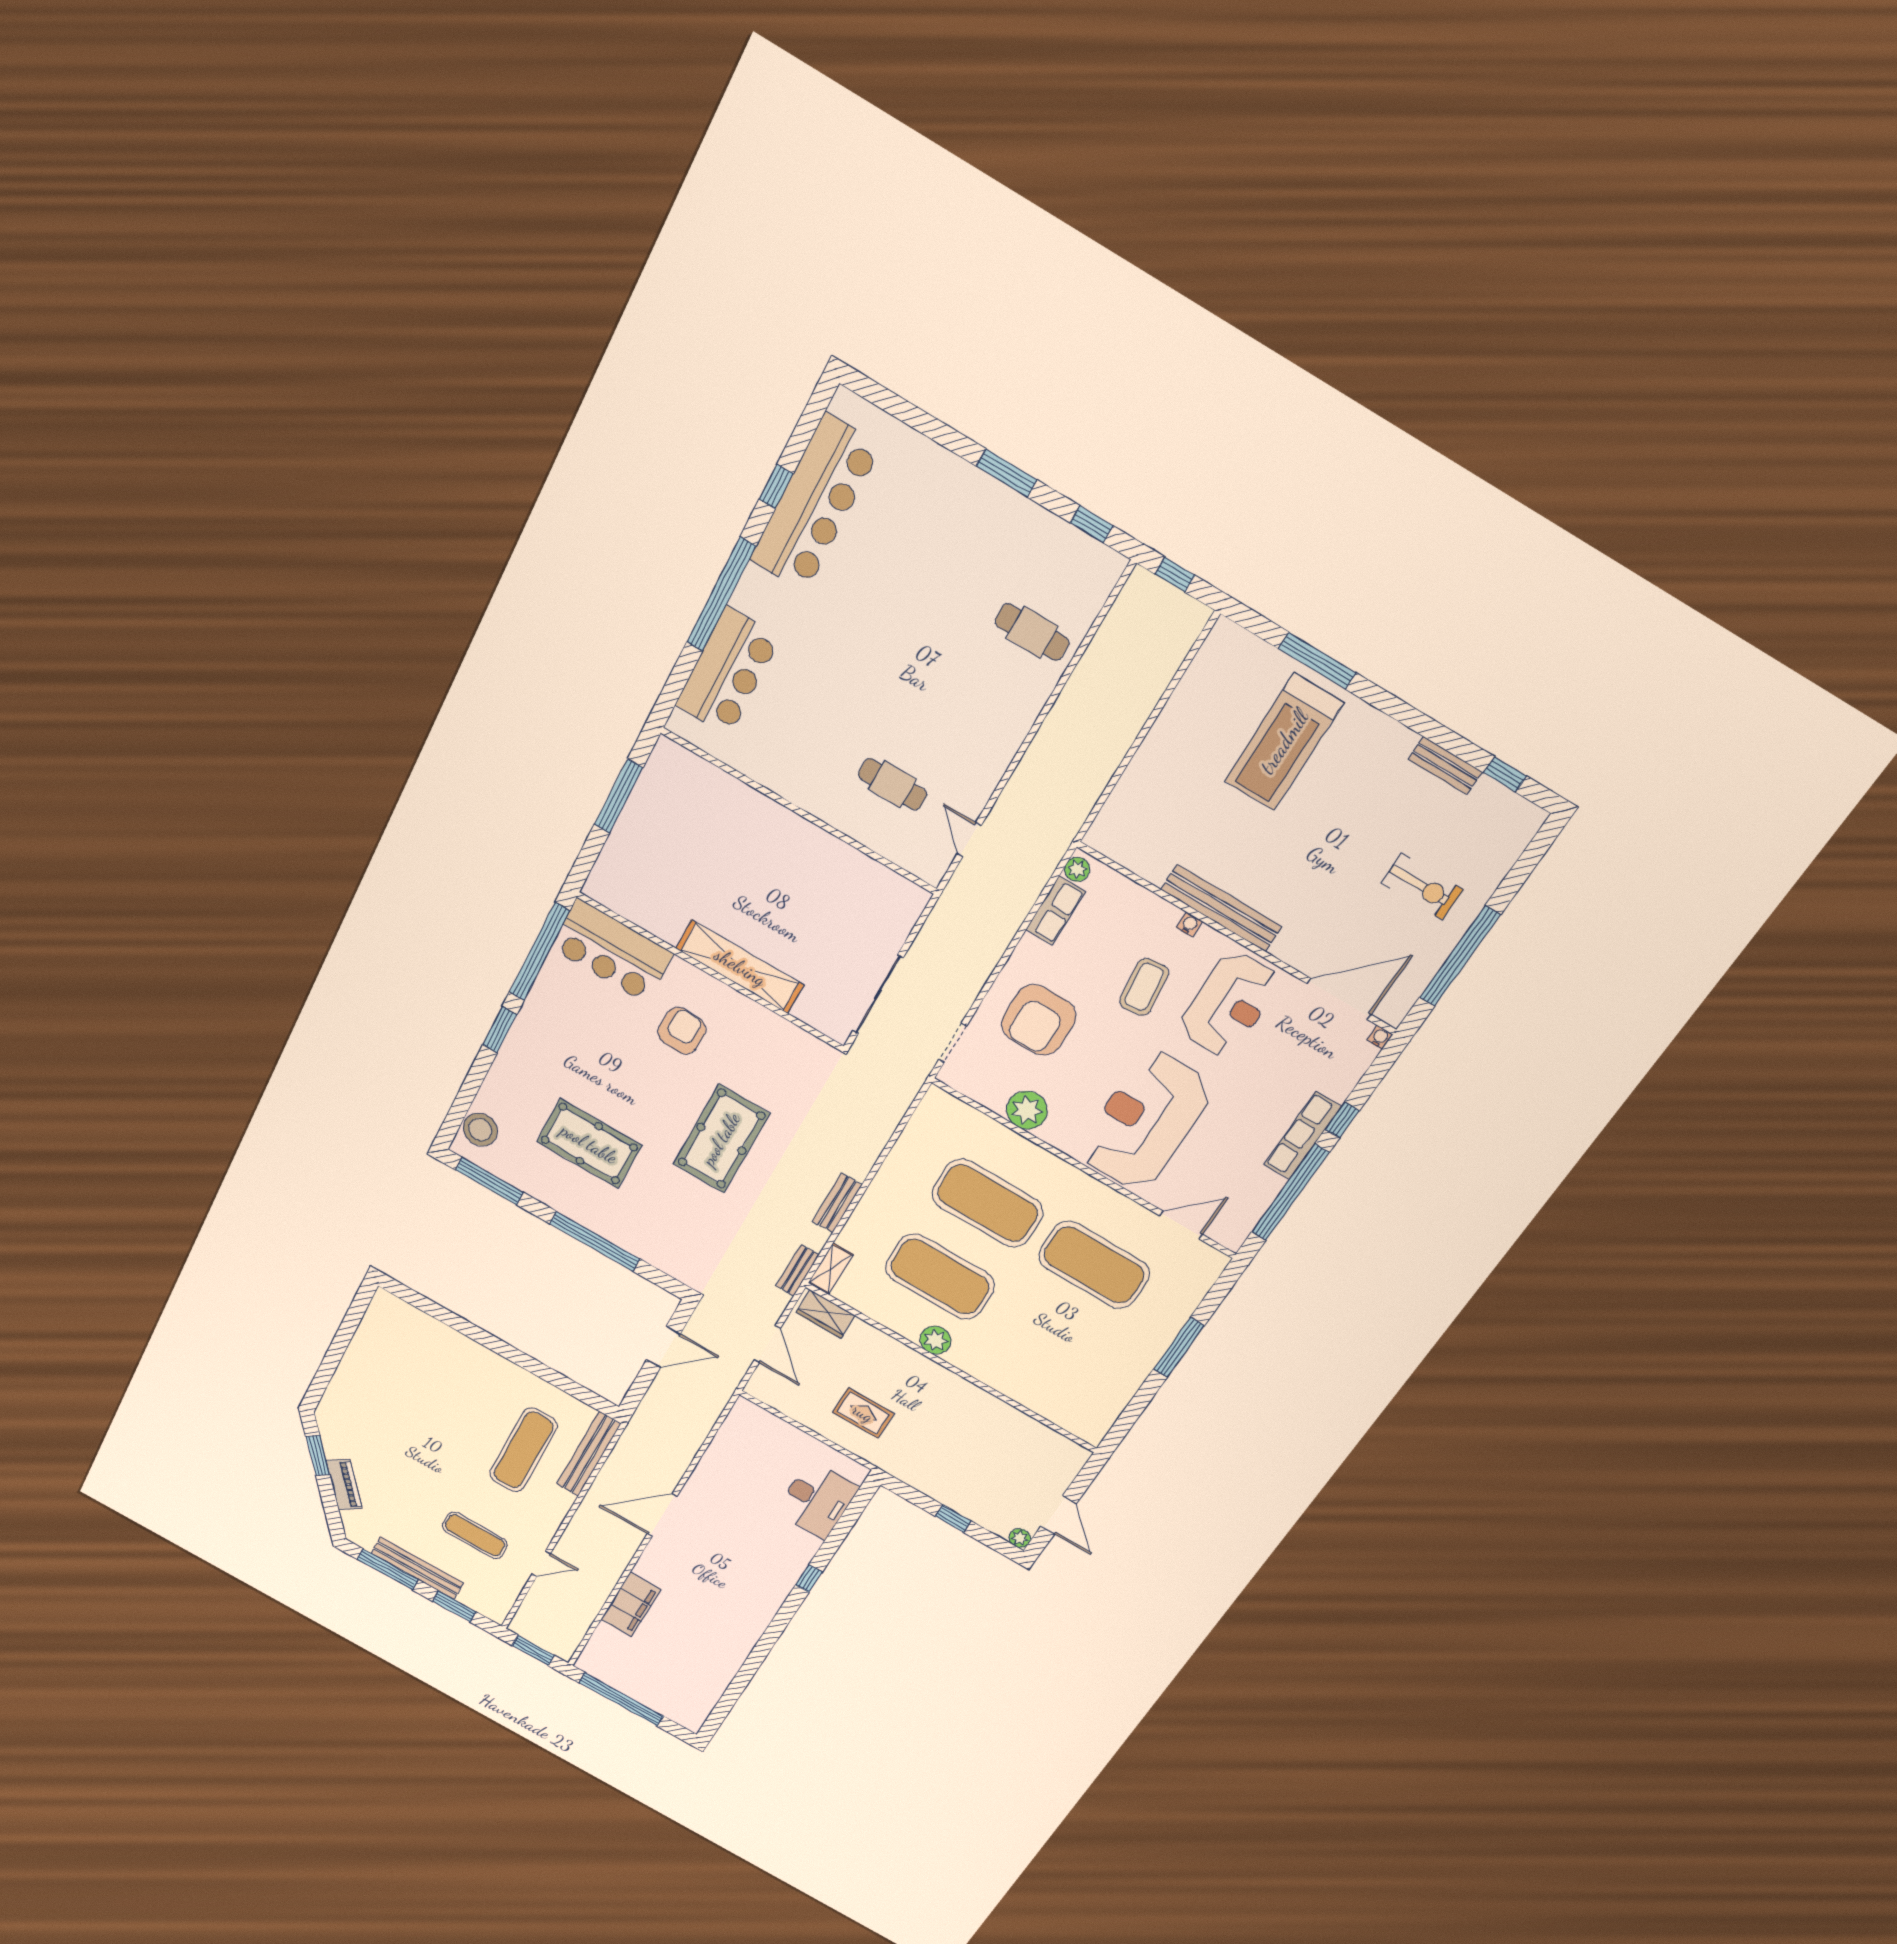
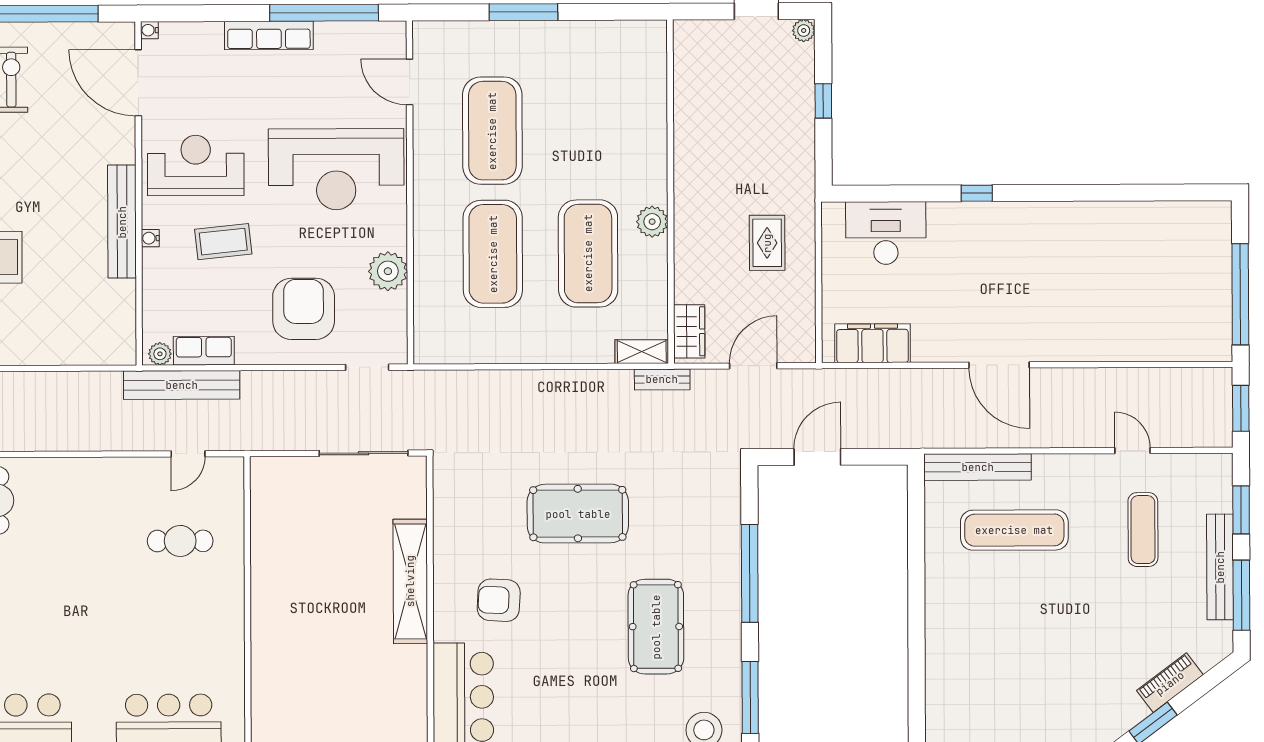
cafe table: (893, 784) -> (180, 541), turned 90
armchair: (1039, 1020) -> (304, 309), turned -90
window: (1342, 1120) -> (236, 13), removed
bench: (837, 1203) -> (182, 385), moved, width x1.86, depth x1.21
door: (663, 1347) -> (817, 457), hinge flipped
filing cabinet: (631, 1604) -> (872, 343), moved

